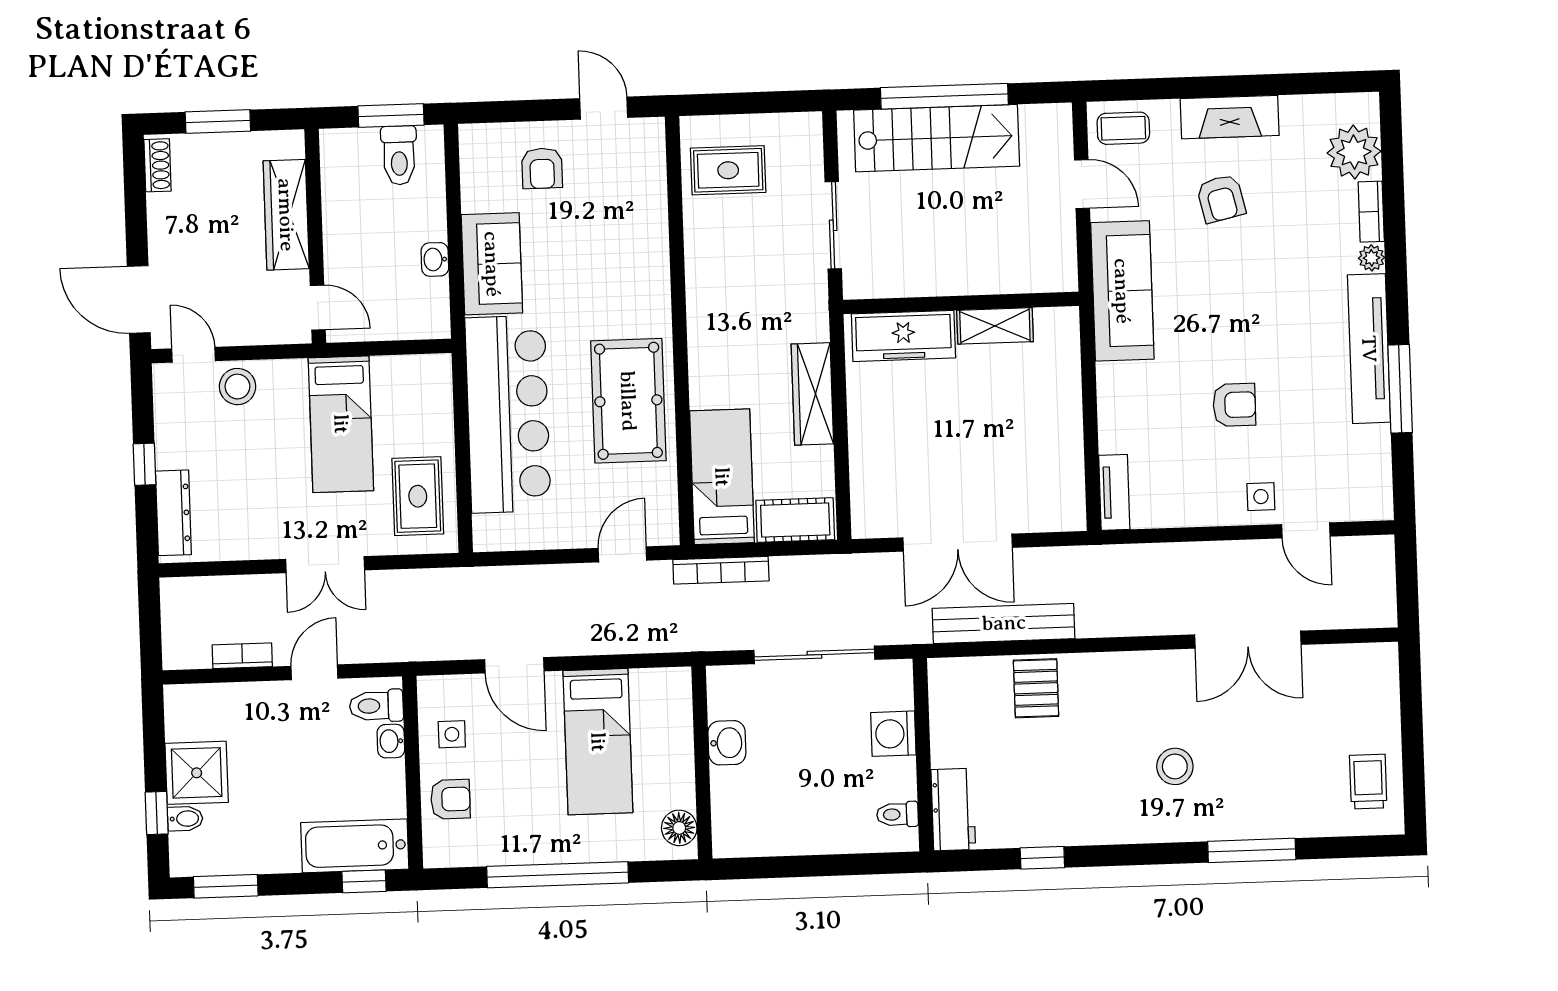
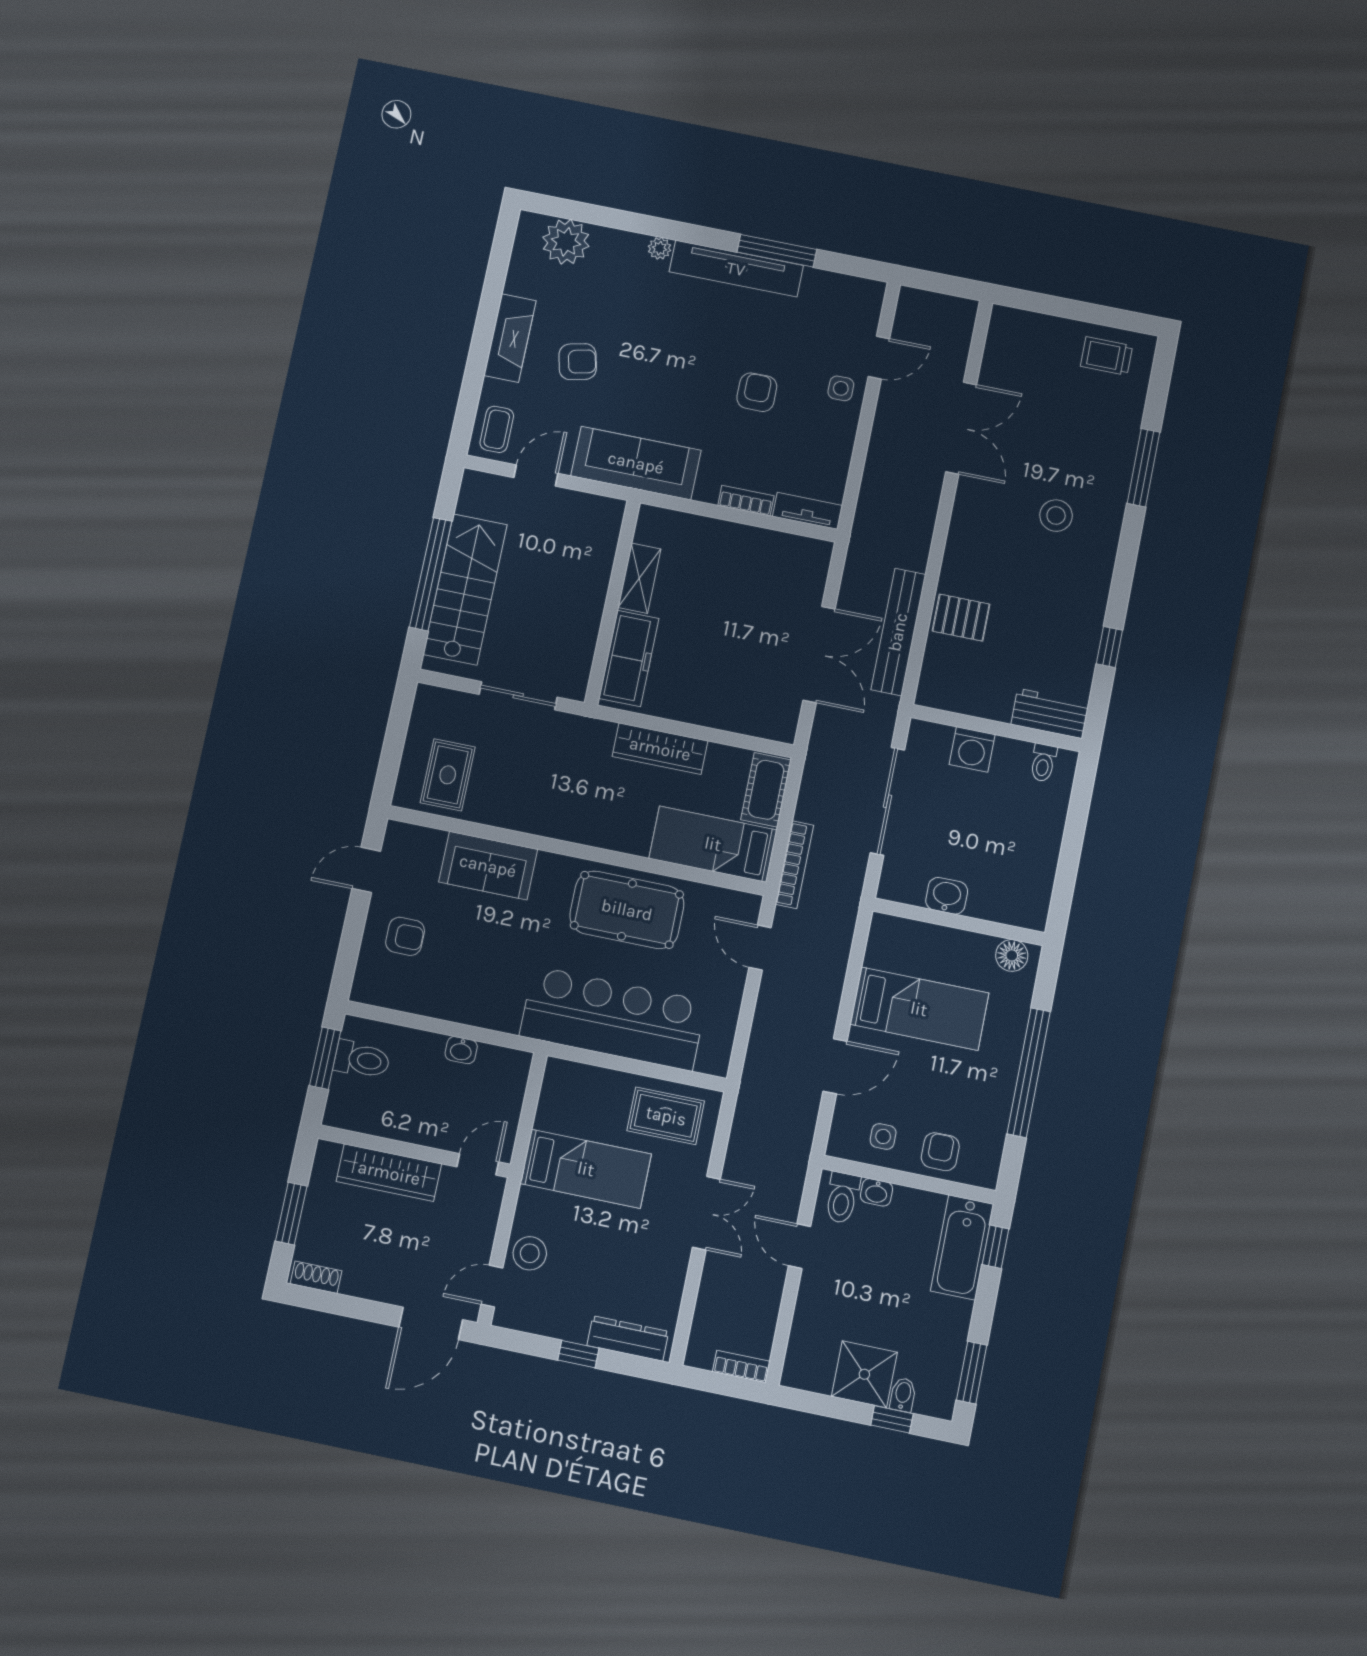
bookcase: (1371, 212) -> (746, 501), moved, turned 180
sofa: (492, 264) -> (488, 866), moved, turned 180
bookcase: (242, 656) -> (741, 1366), moved, turned 90

